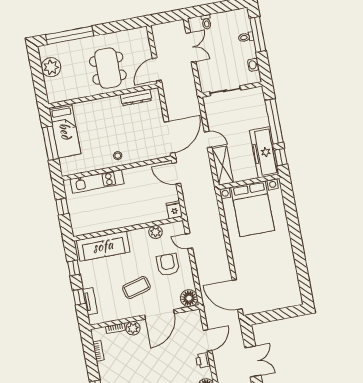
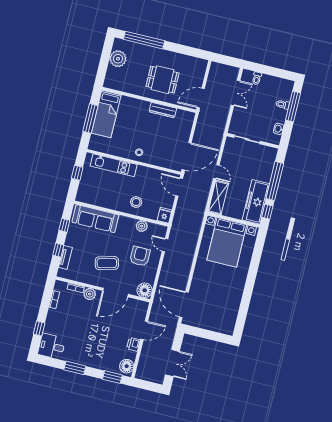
dining table: (108, 68) -> (163, 80), width x0.73
dresser: (136, 97) -> (163, 110), moved
stool: (138, 209) -> (136, 202), added

